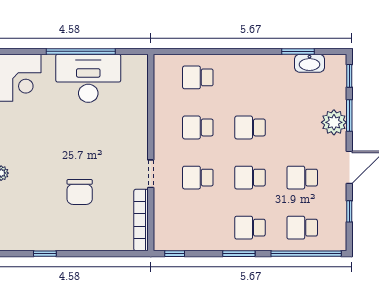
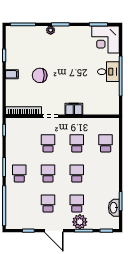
desk: (88, 78) -> (108, 72), width x0.53, depth x0.77
filing cabinet: (138, 133) -> (74, 109), added
school desk: (302, 228) -> (77, 203), moved
filing cabinet: (78, 240) -> (12, 74), added

